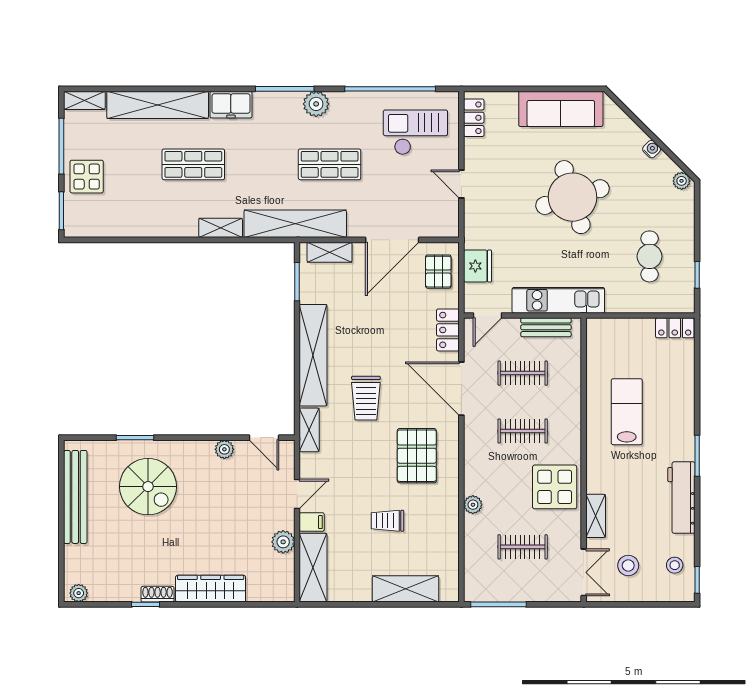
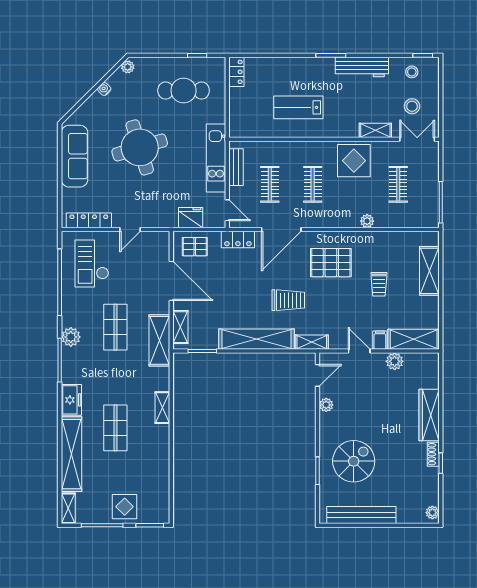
locker: (474, 118) -> (89, 220), width x1.53
shelving: (295, 224) -> (159, 340), width x0.68
cafe table: (650, 256) -> (184, 91), width x1.37, depth x1.35

